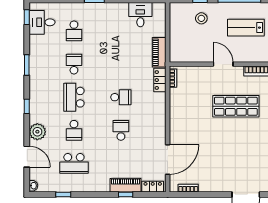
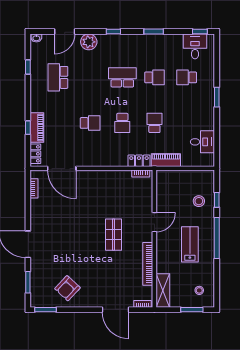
shop shelf: (236, 106) -> (113, 235), width x0.70, depth x0.74
school desk: (74, 130) -> (154, 123), moved, turned 90

